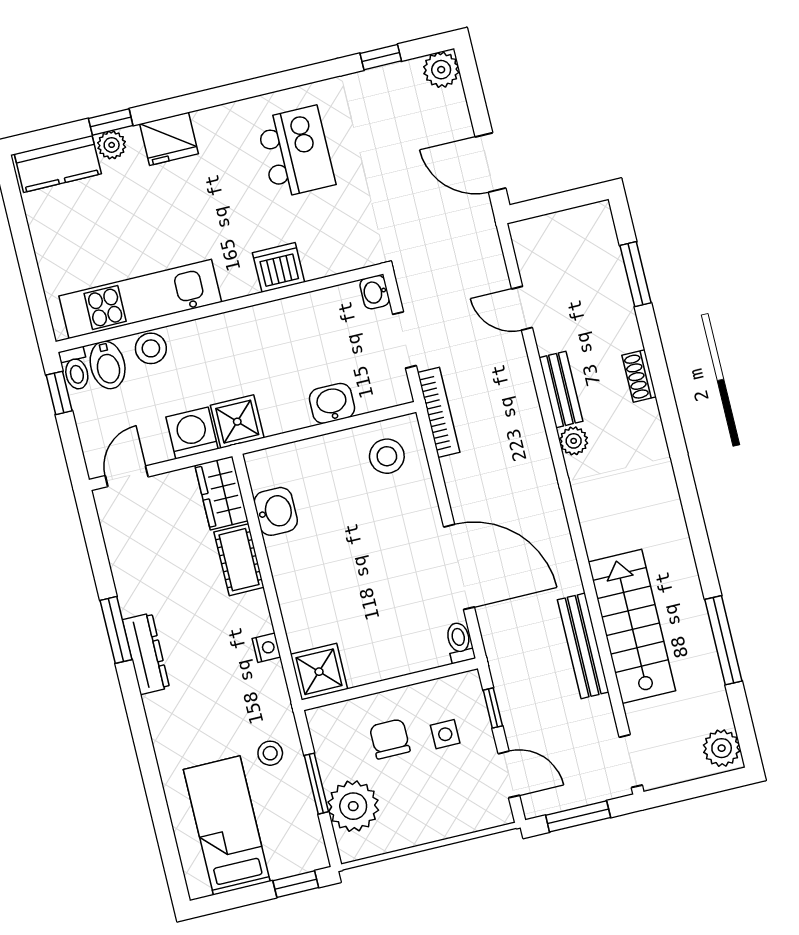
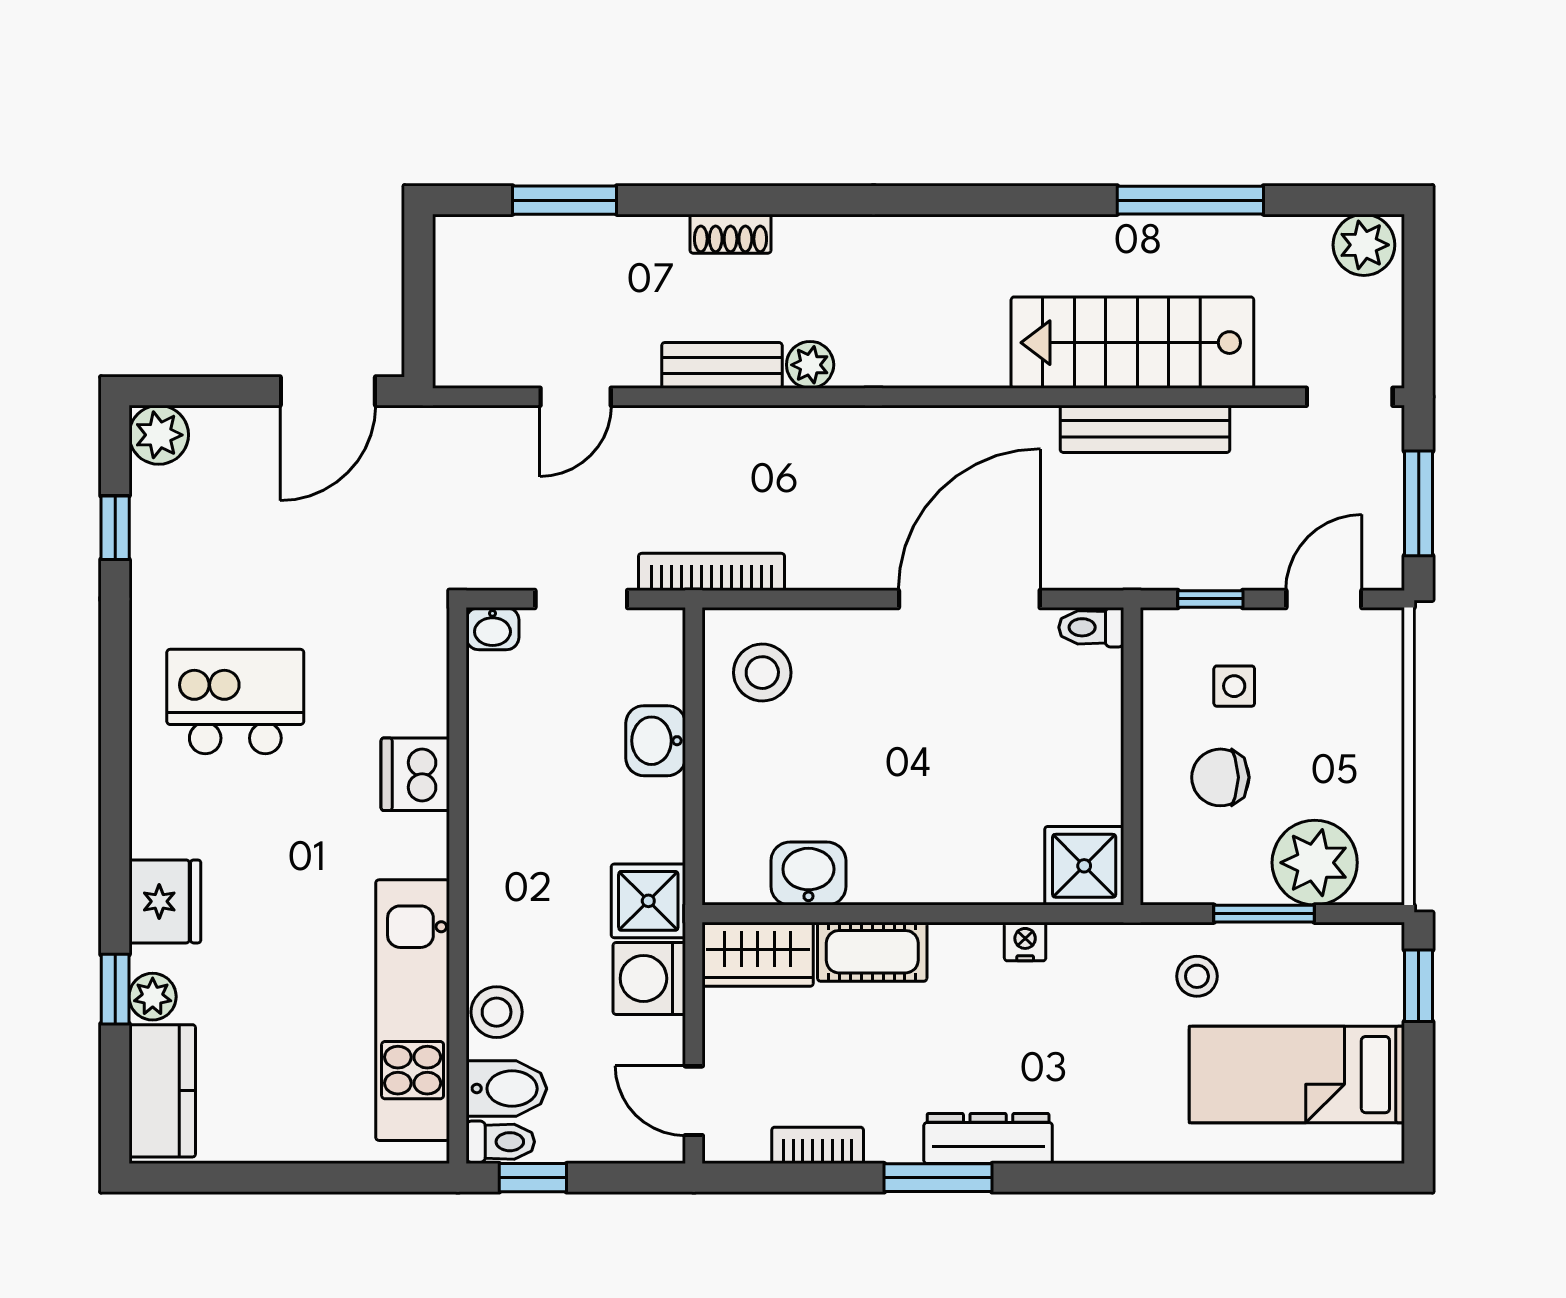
bookcase: (118, 555) -> (818, 1145), added

